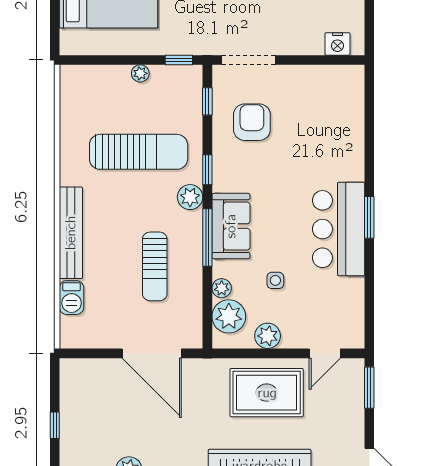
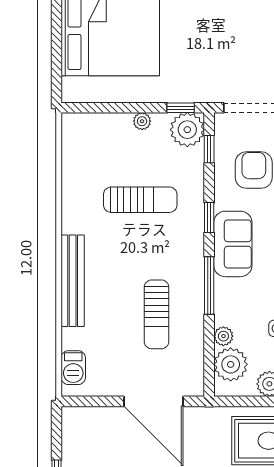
sun lounger: (139, 152) -> (140, 200), width x0.73, depth x0.75
plant: (190, 197) -> (187, 130), moved, width x1.36, depth x1.36
sofa: (231, 226) -> (233, 244), moved
barbecue: (72, 298) -> (73, 368), moved

